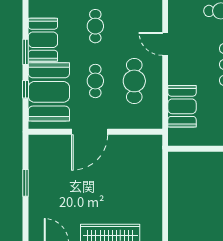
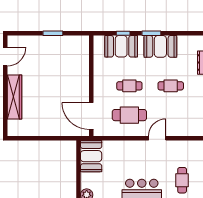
booth: (49, 92) -> (121, 46), width x0.73, depth x0.70
booth: (182, 106) -> (91, 156), moved, turned 90
door: (90, 132) -> (91, 116), moved

